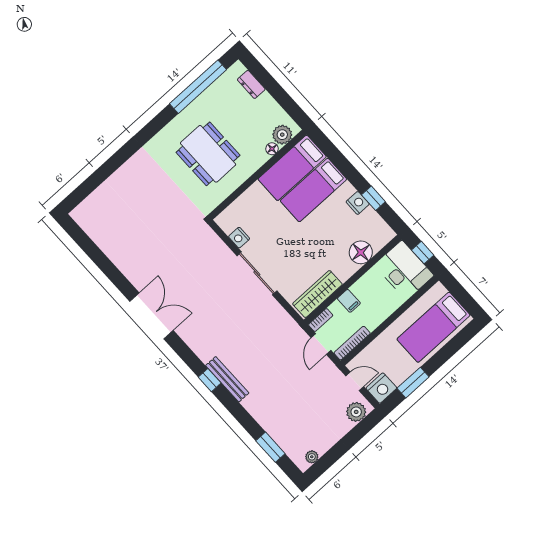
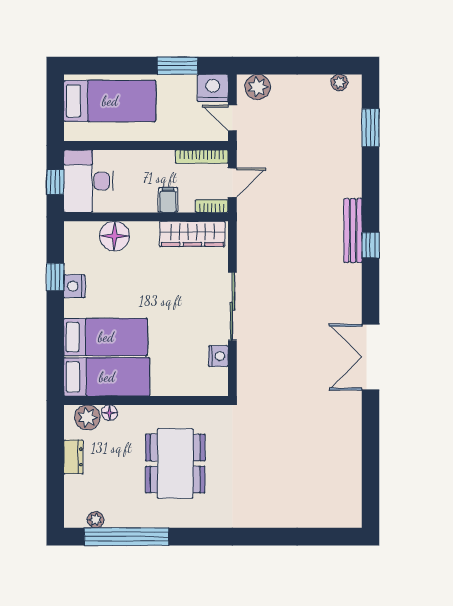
plant: (224, 80) -> (96, 520), added
dresser: (251, 84) -> (73, 457), moved

